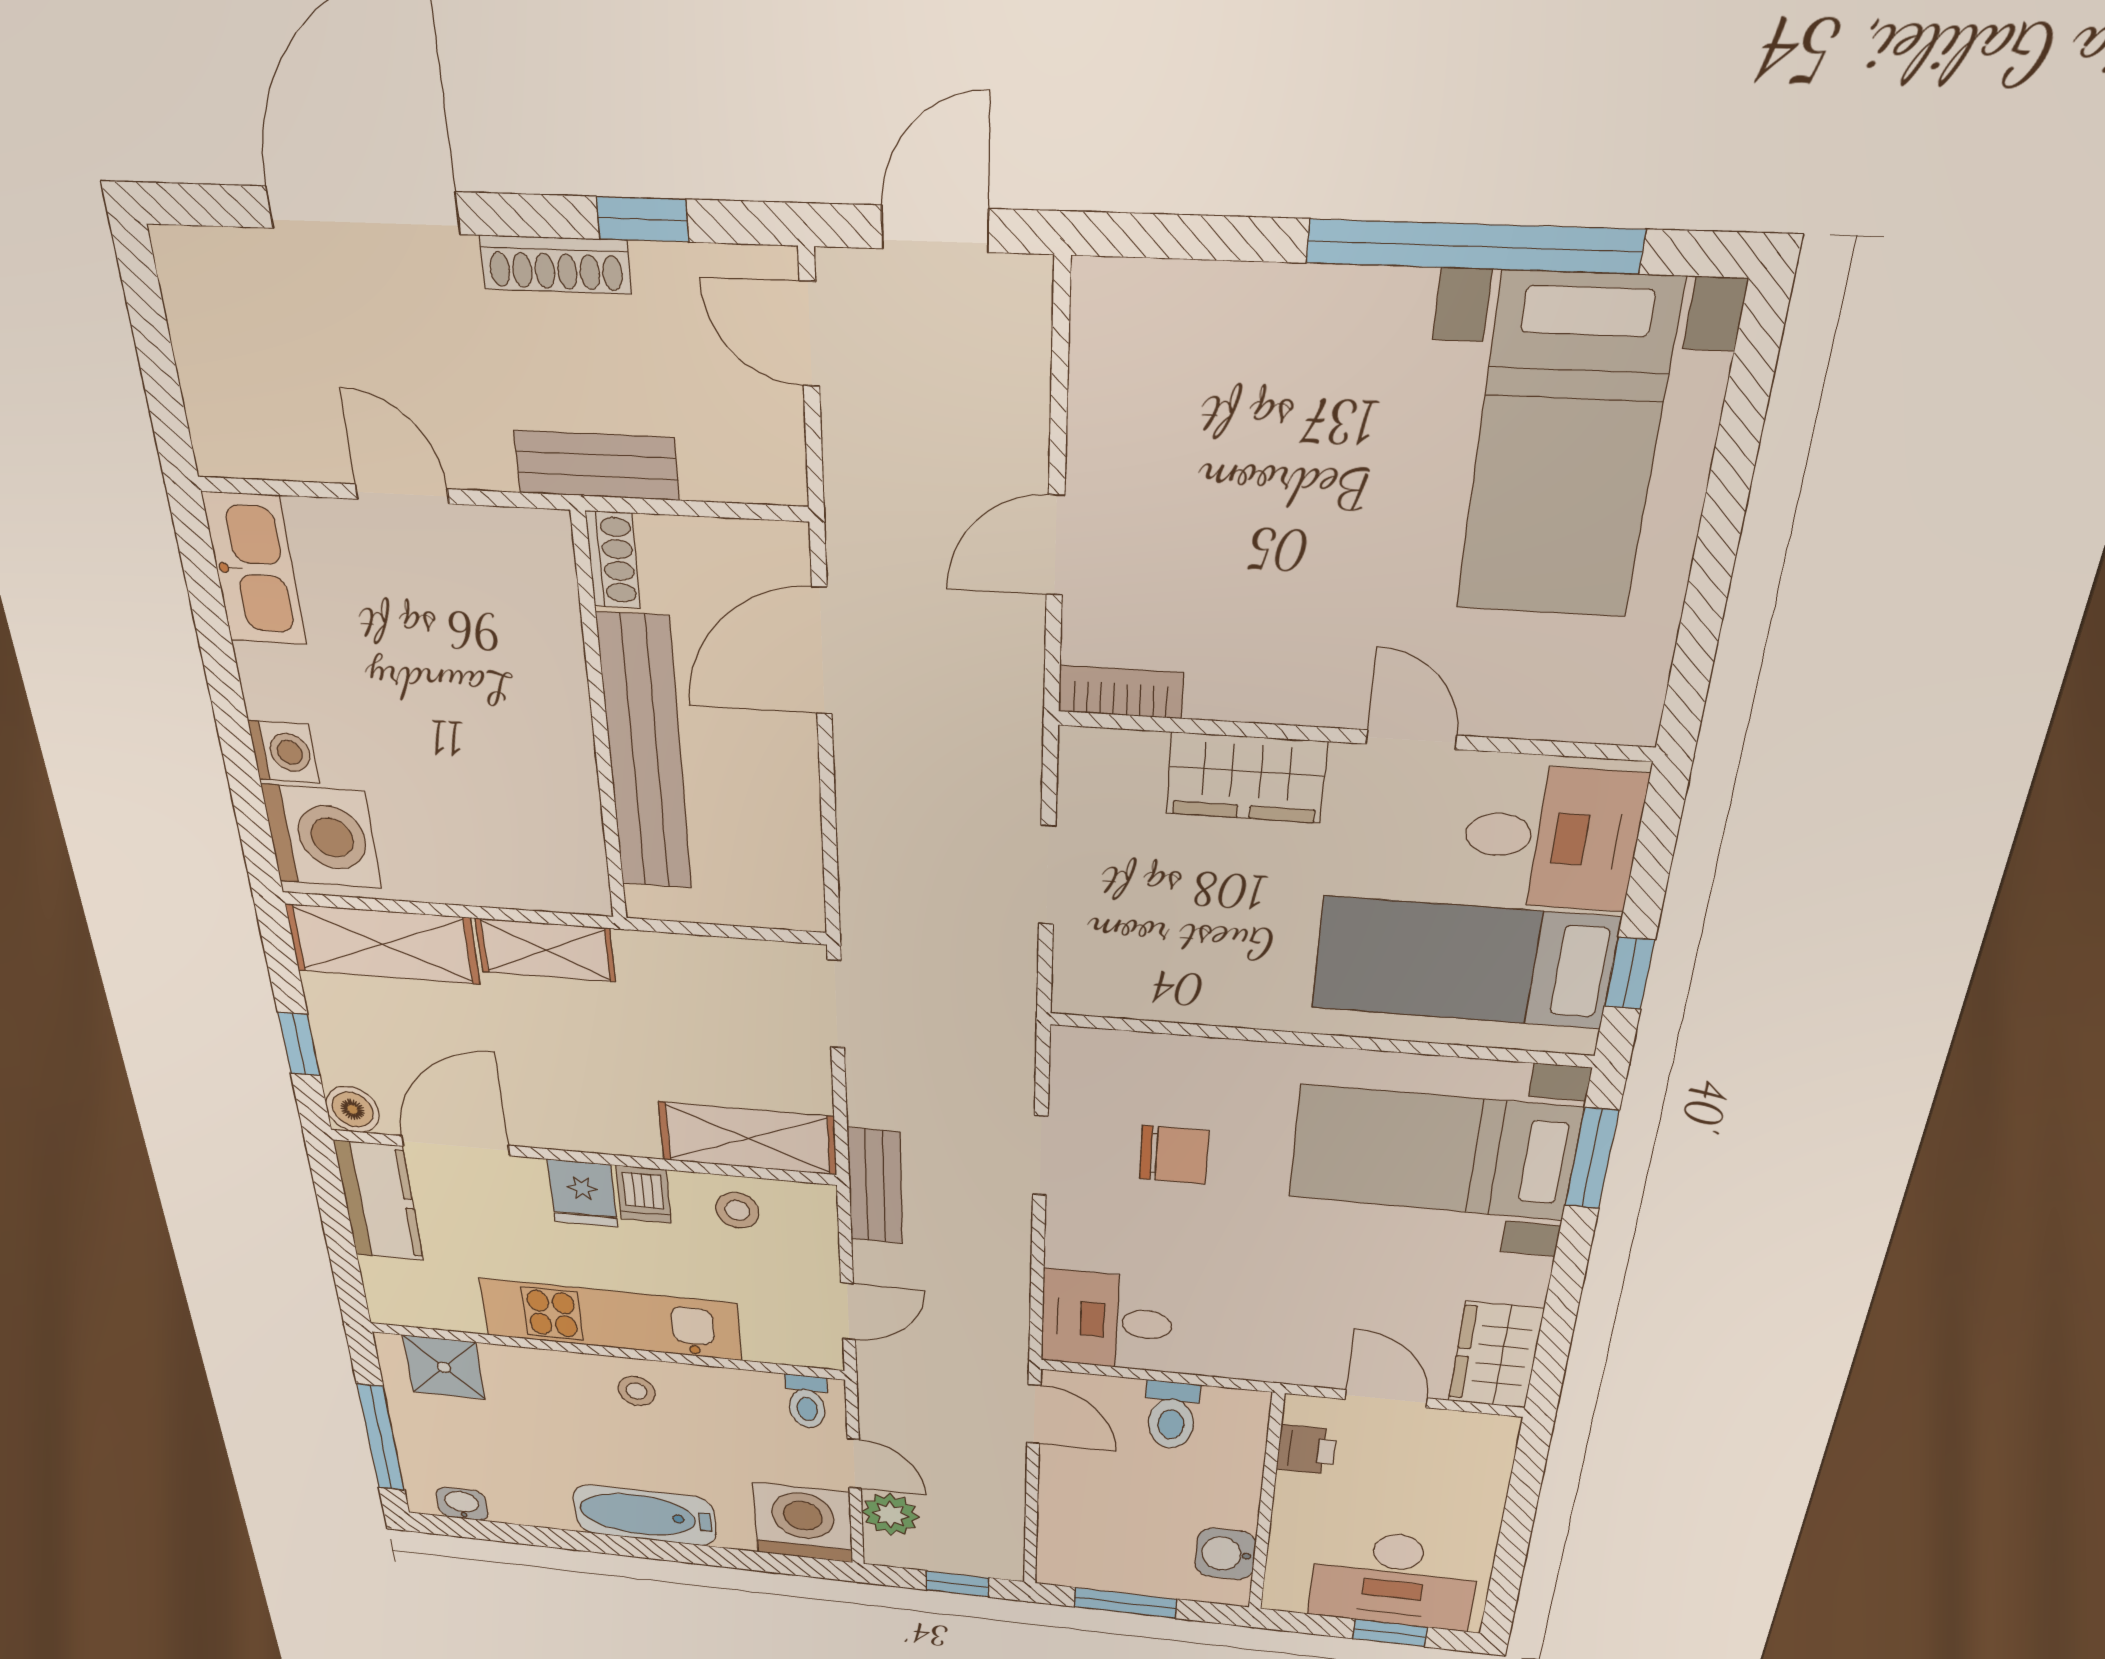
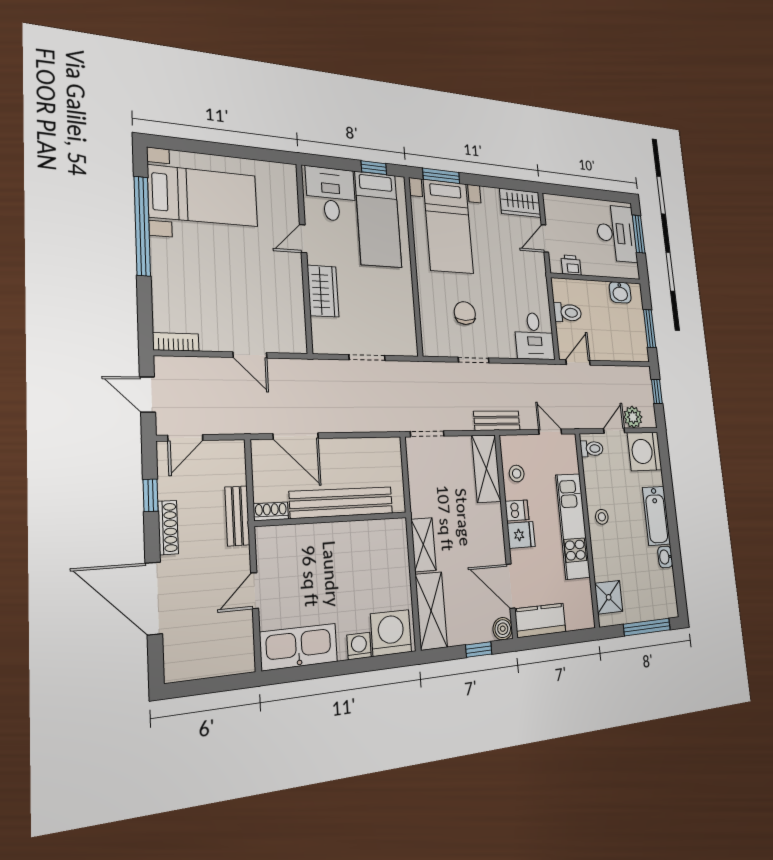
kitchen sink: (255, 569) -> (299, 647), width x1.36, depth x1.24
bookcase: (1121, 692) -> (176, 342), moved, turned 90
washbasin: (462, 1504) -> (665, 557), moved
window: (1390, 1633) -> (639, 234), width x1.50

